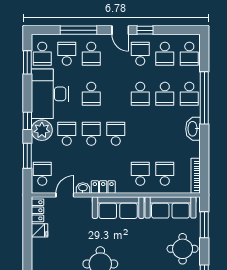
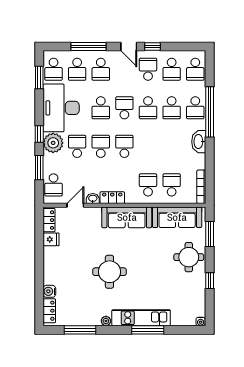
school desk: (67, 54) -> (77, 69), turned 180
school desk: (116, 94) -> (124, 108), added
school desk: (42, 174) -> (54, 185), turned 180

